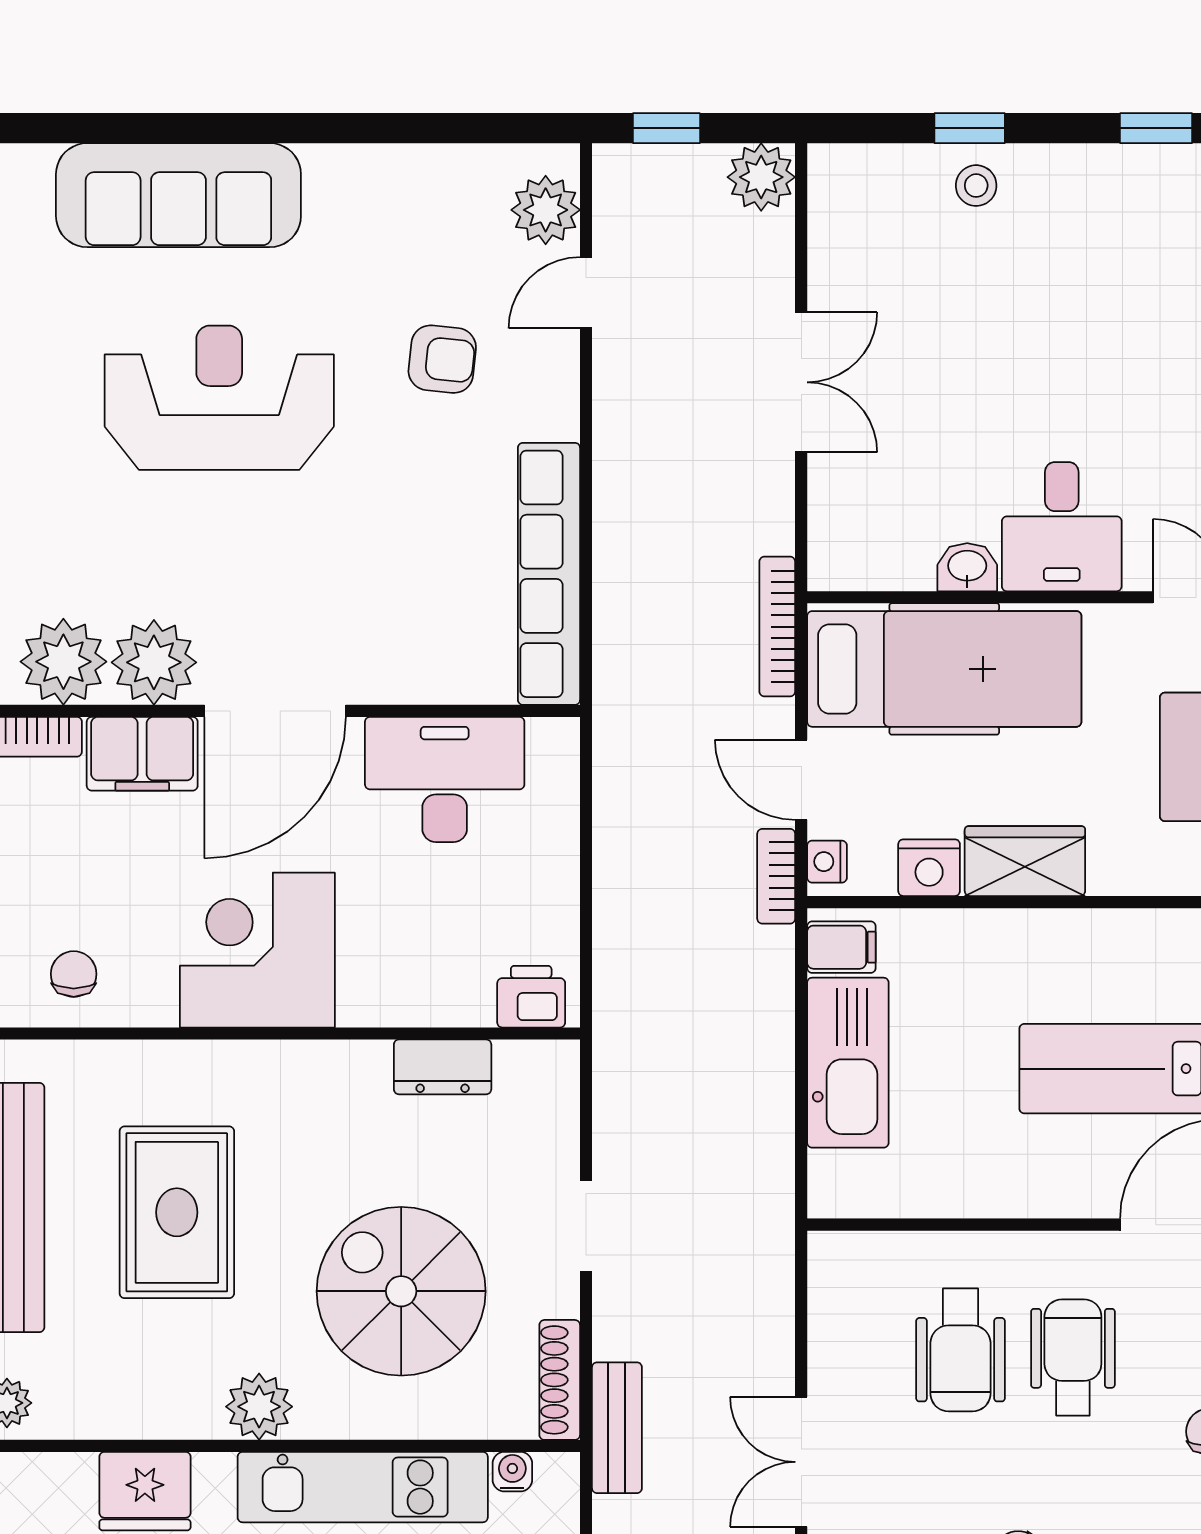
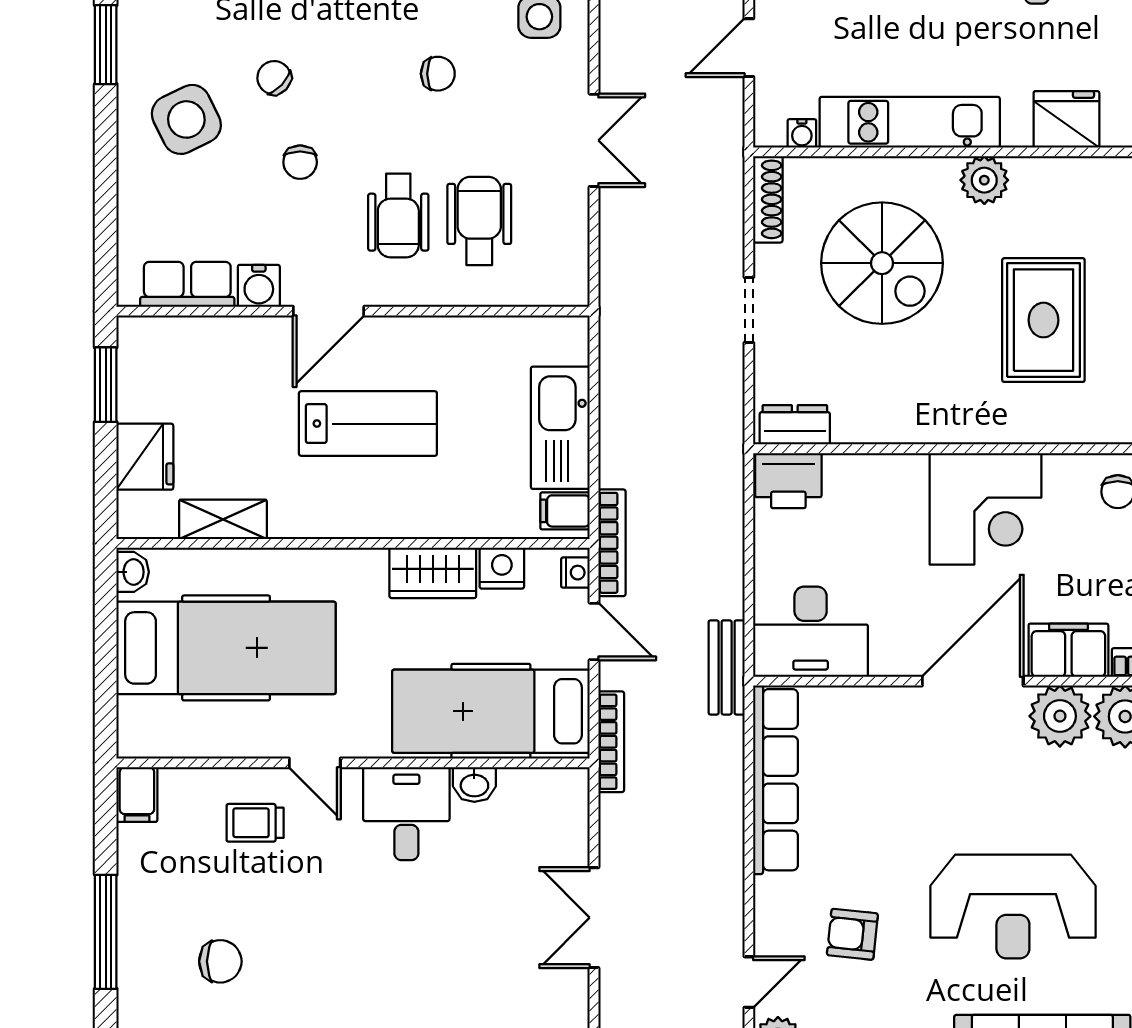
desk: (445, 779) -> (811, 632), moved
bookcase: (776, 876) -> (612, 543), width x1.56
printer: (531, 997) -> (788, 481), width x1.36, depth x1.24
dresser: (443, 1067) -> (795, 425), moved
bench: (617, 1428) -> (727, 667), moved

